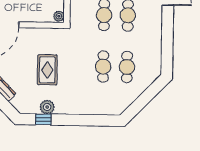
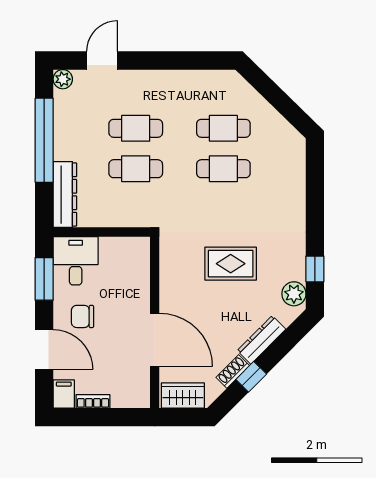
plant: (59, 16) -> (139, 246), removed
plant: (47, 107) -> (294, 294), moved

